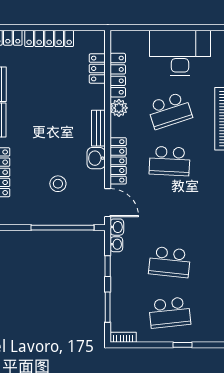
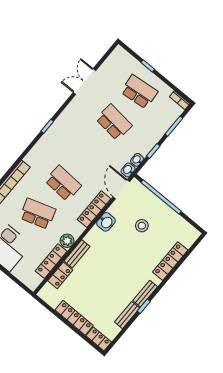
bench: (98, 128) -> (77, 254), moved

